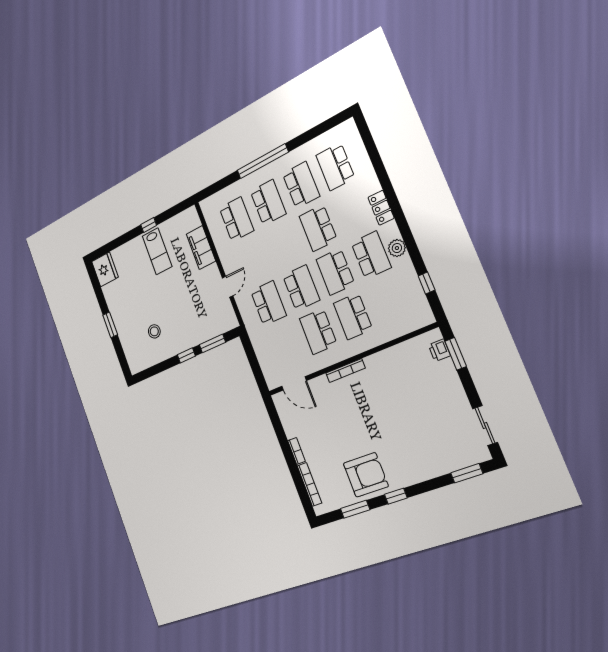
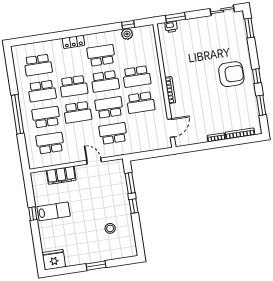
school desk: (301, 185) -> (42, 91), turned 180
school desk: (285, 245) -> (78, 112), added
plant: (397, 248) -> (127, 34), moved
armchair: (366, 475) -> (231, 74), moved, turned 90

